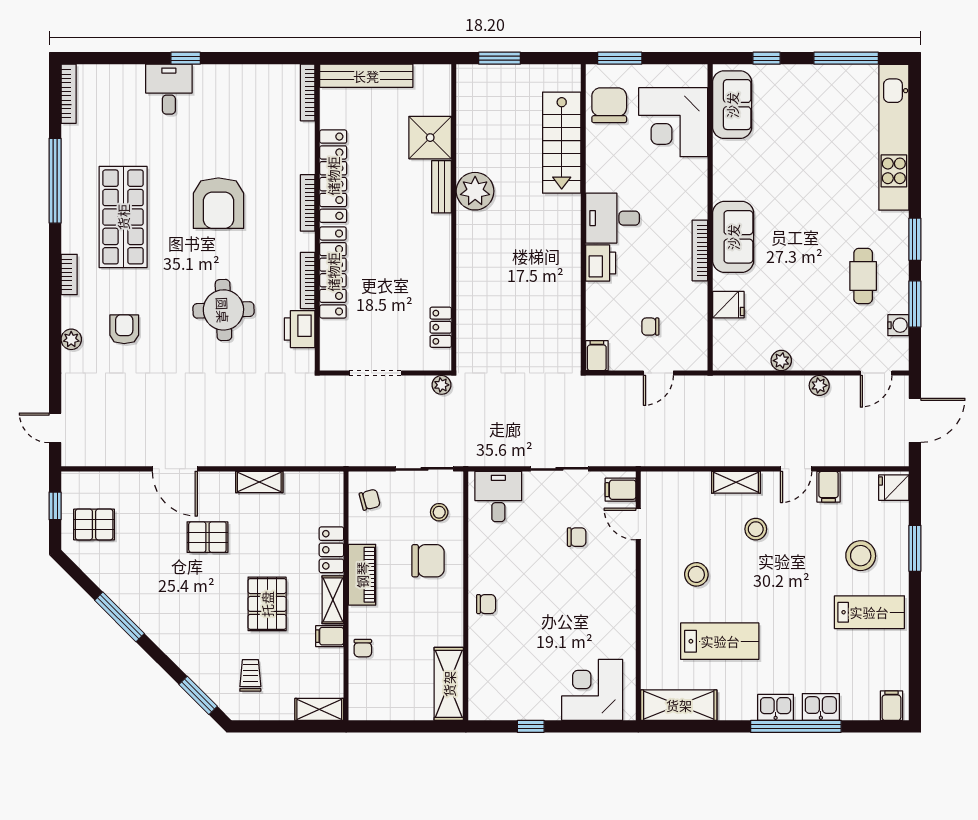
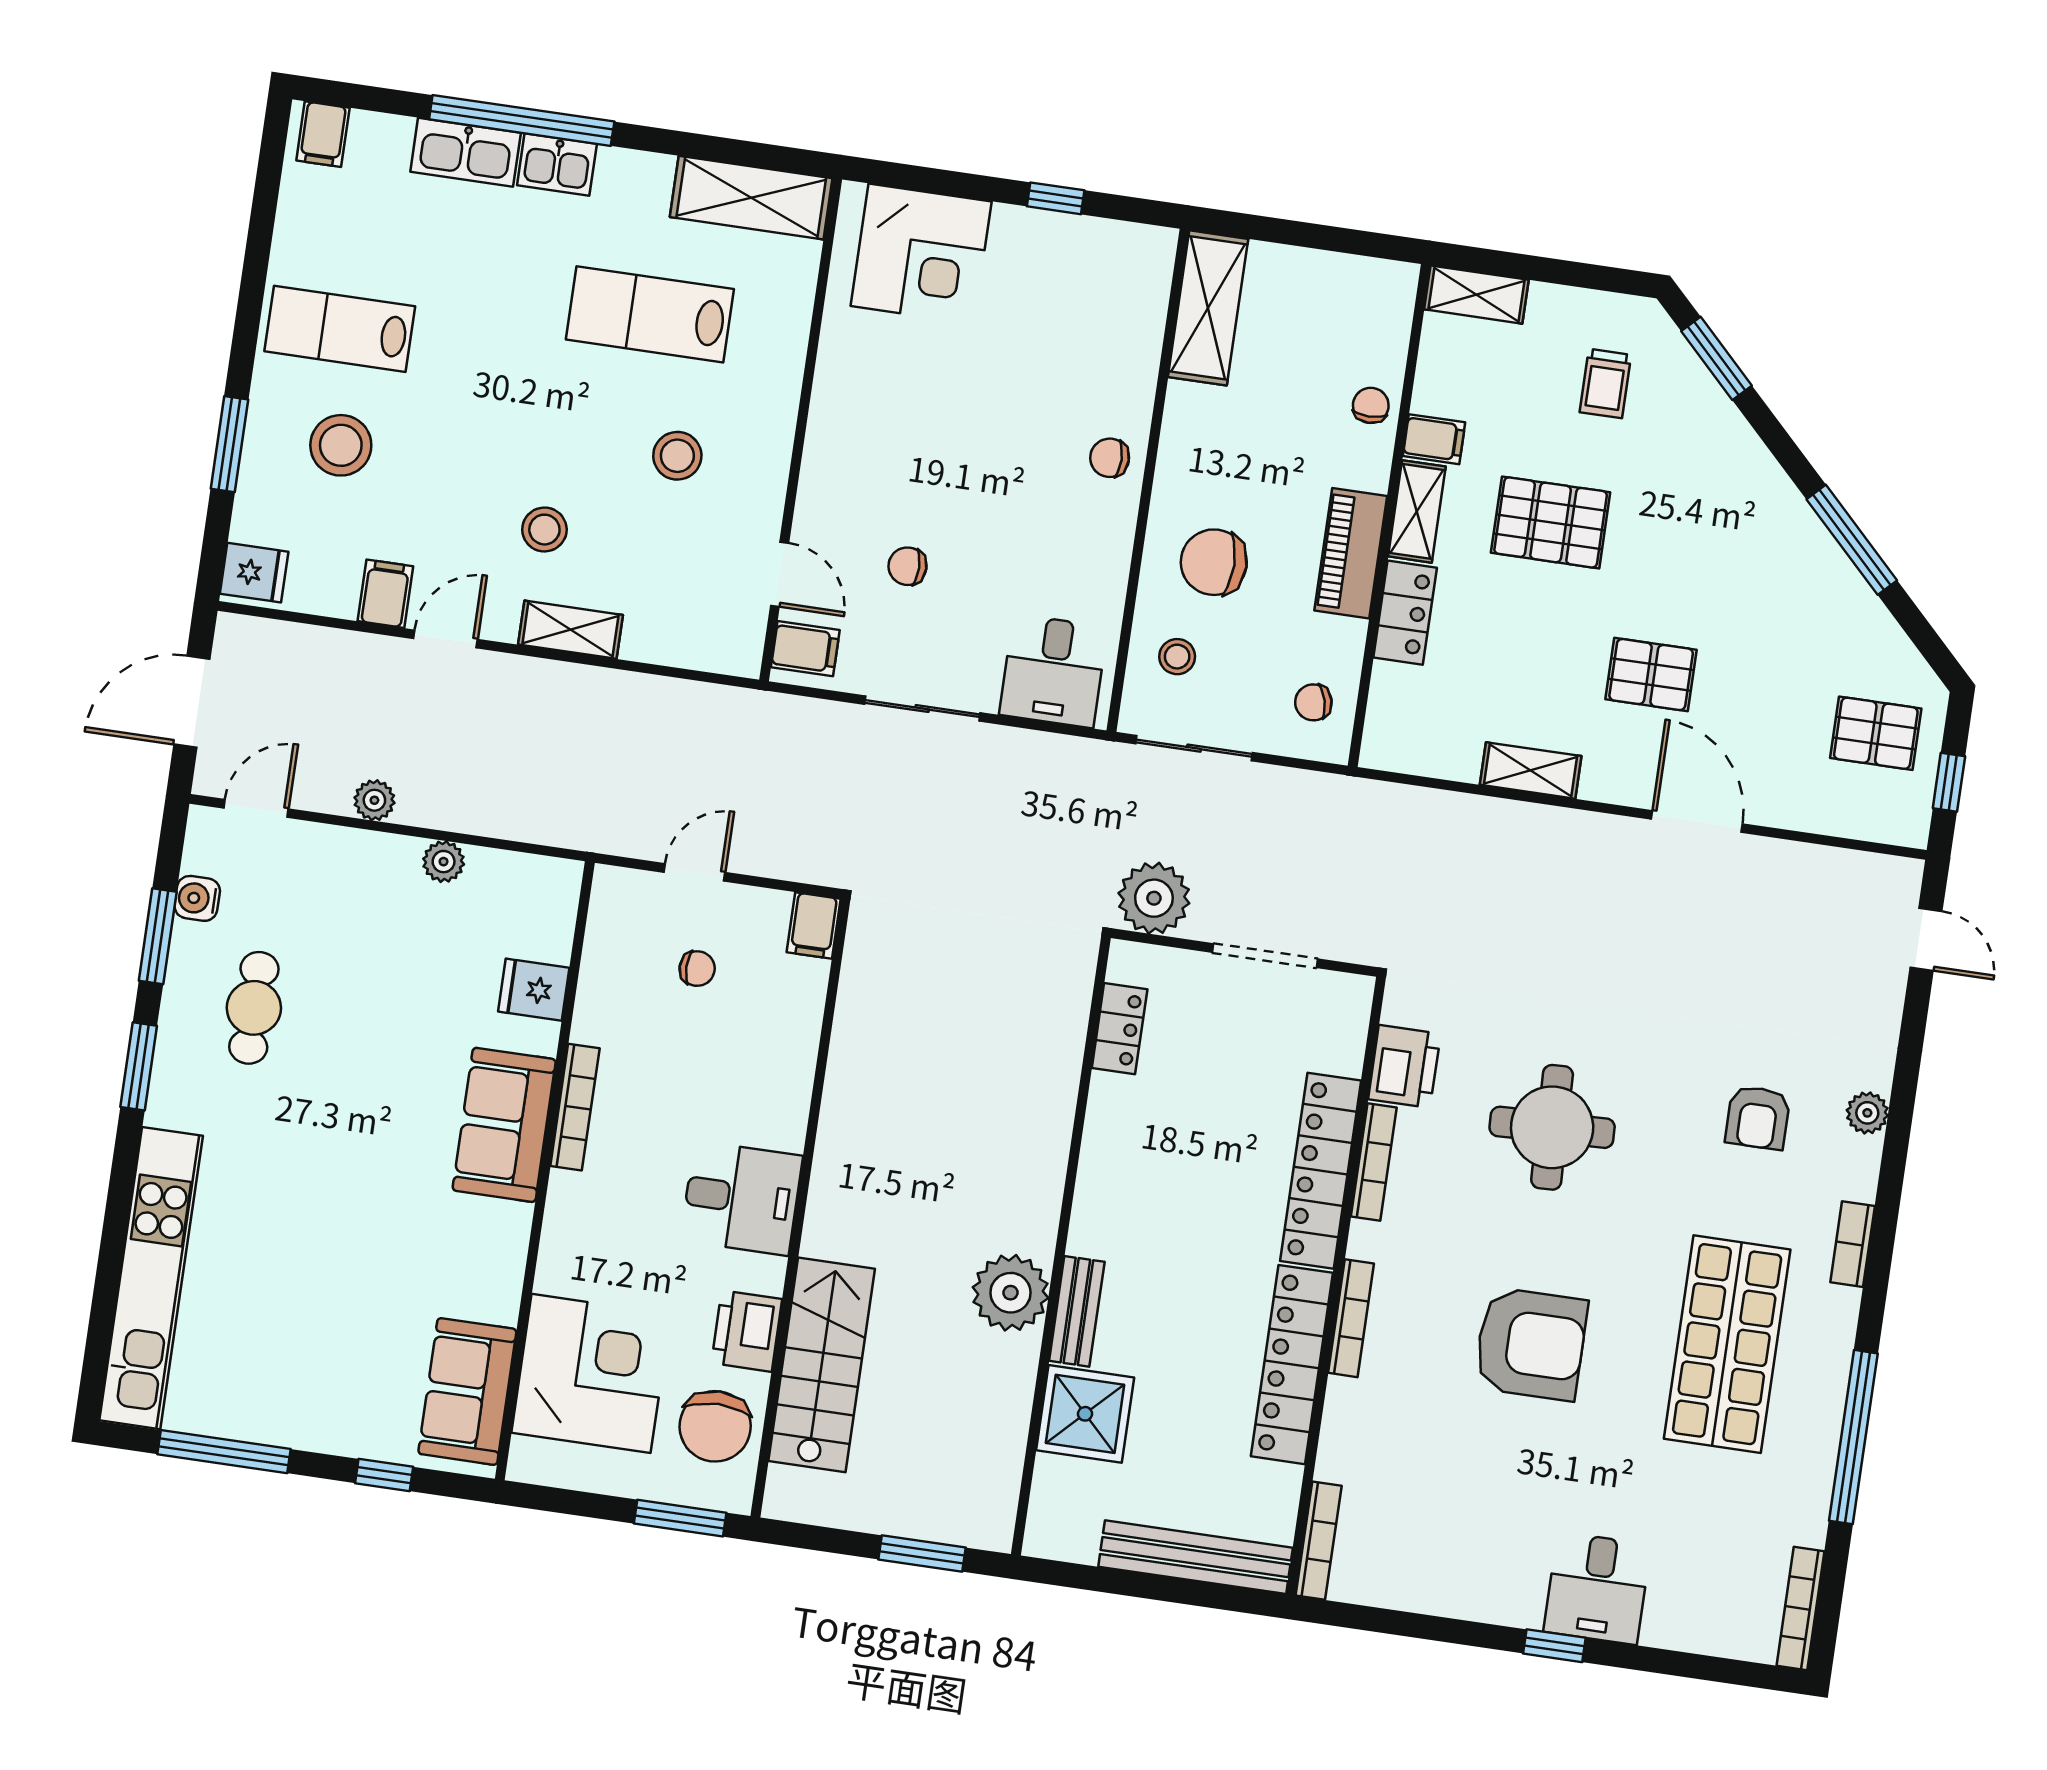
armchair: (218, 203) -> (1531, 1344), turned 90
printer: (601, 263) -> (747, 1331), moved
plant: (442, 385) -> (1154, 898), width x1.88, depth x1.88
pallet: (267, 604) -> (1551, 522), turned 90
kitchen sink: (821, 707) -> (466, 152), width x1.38

